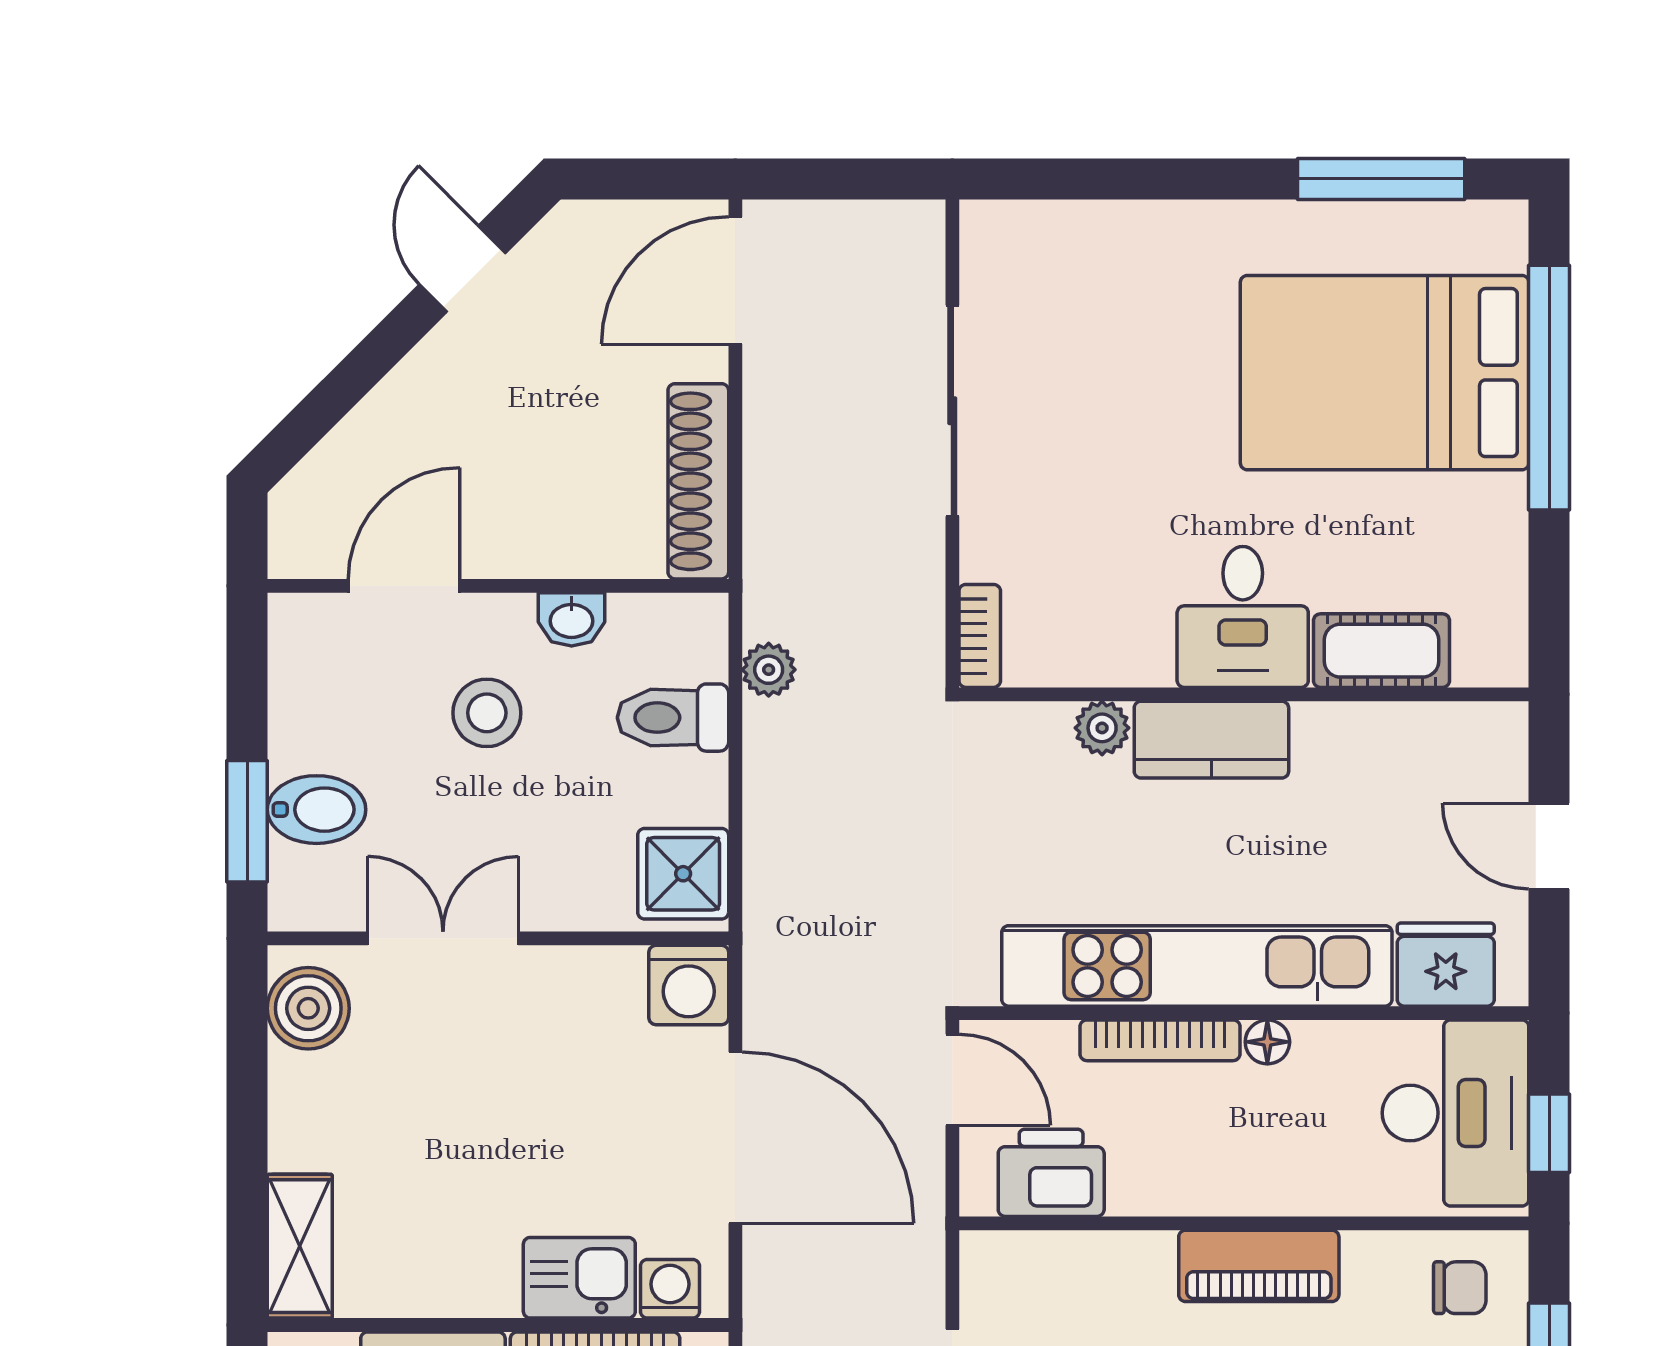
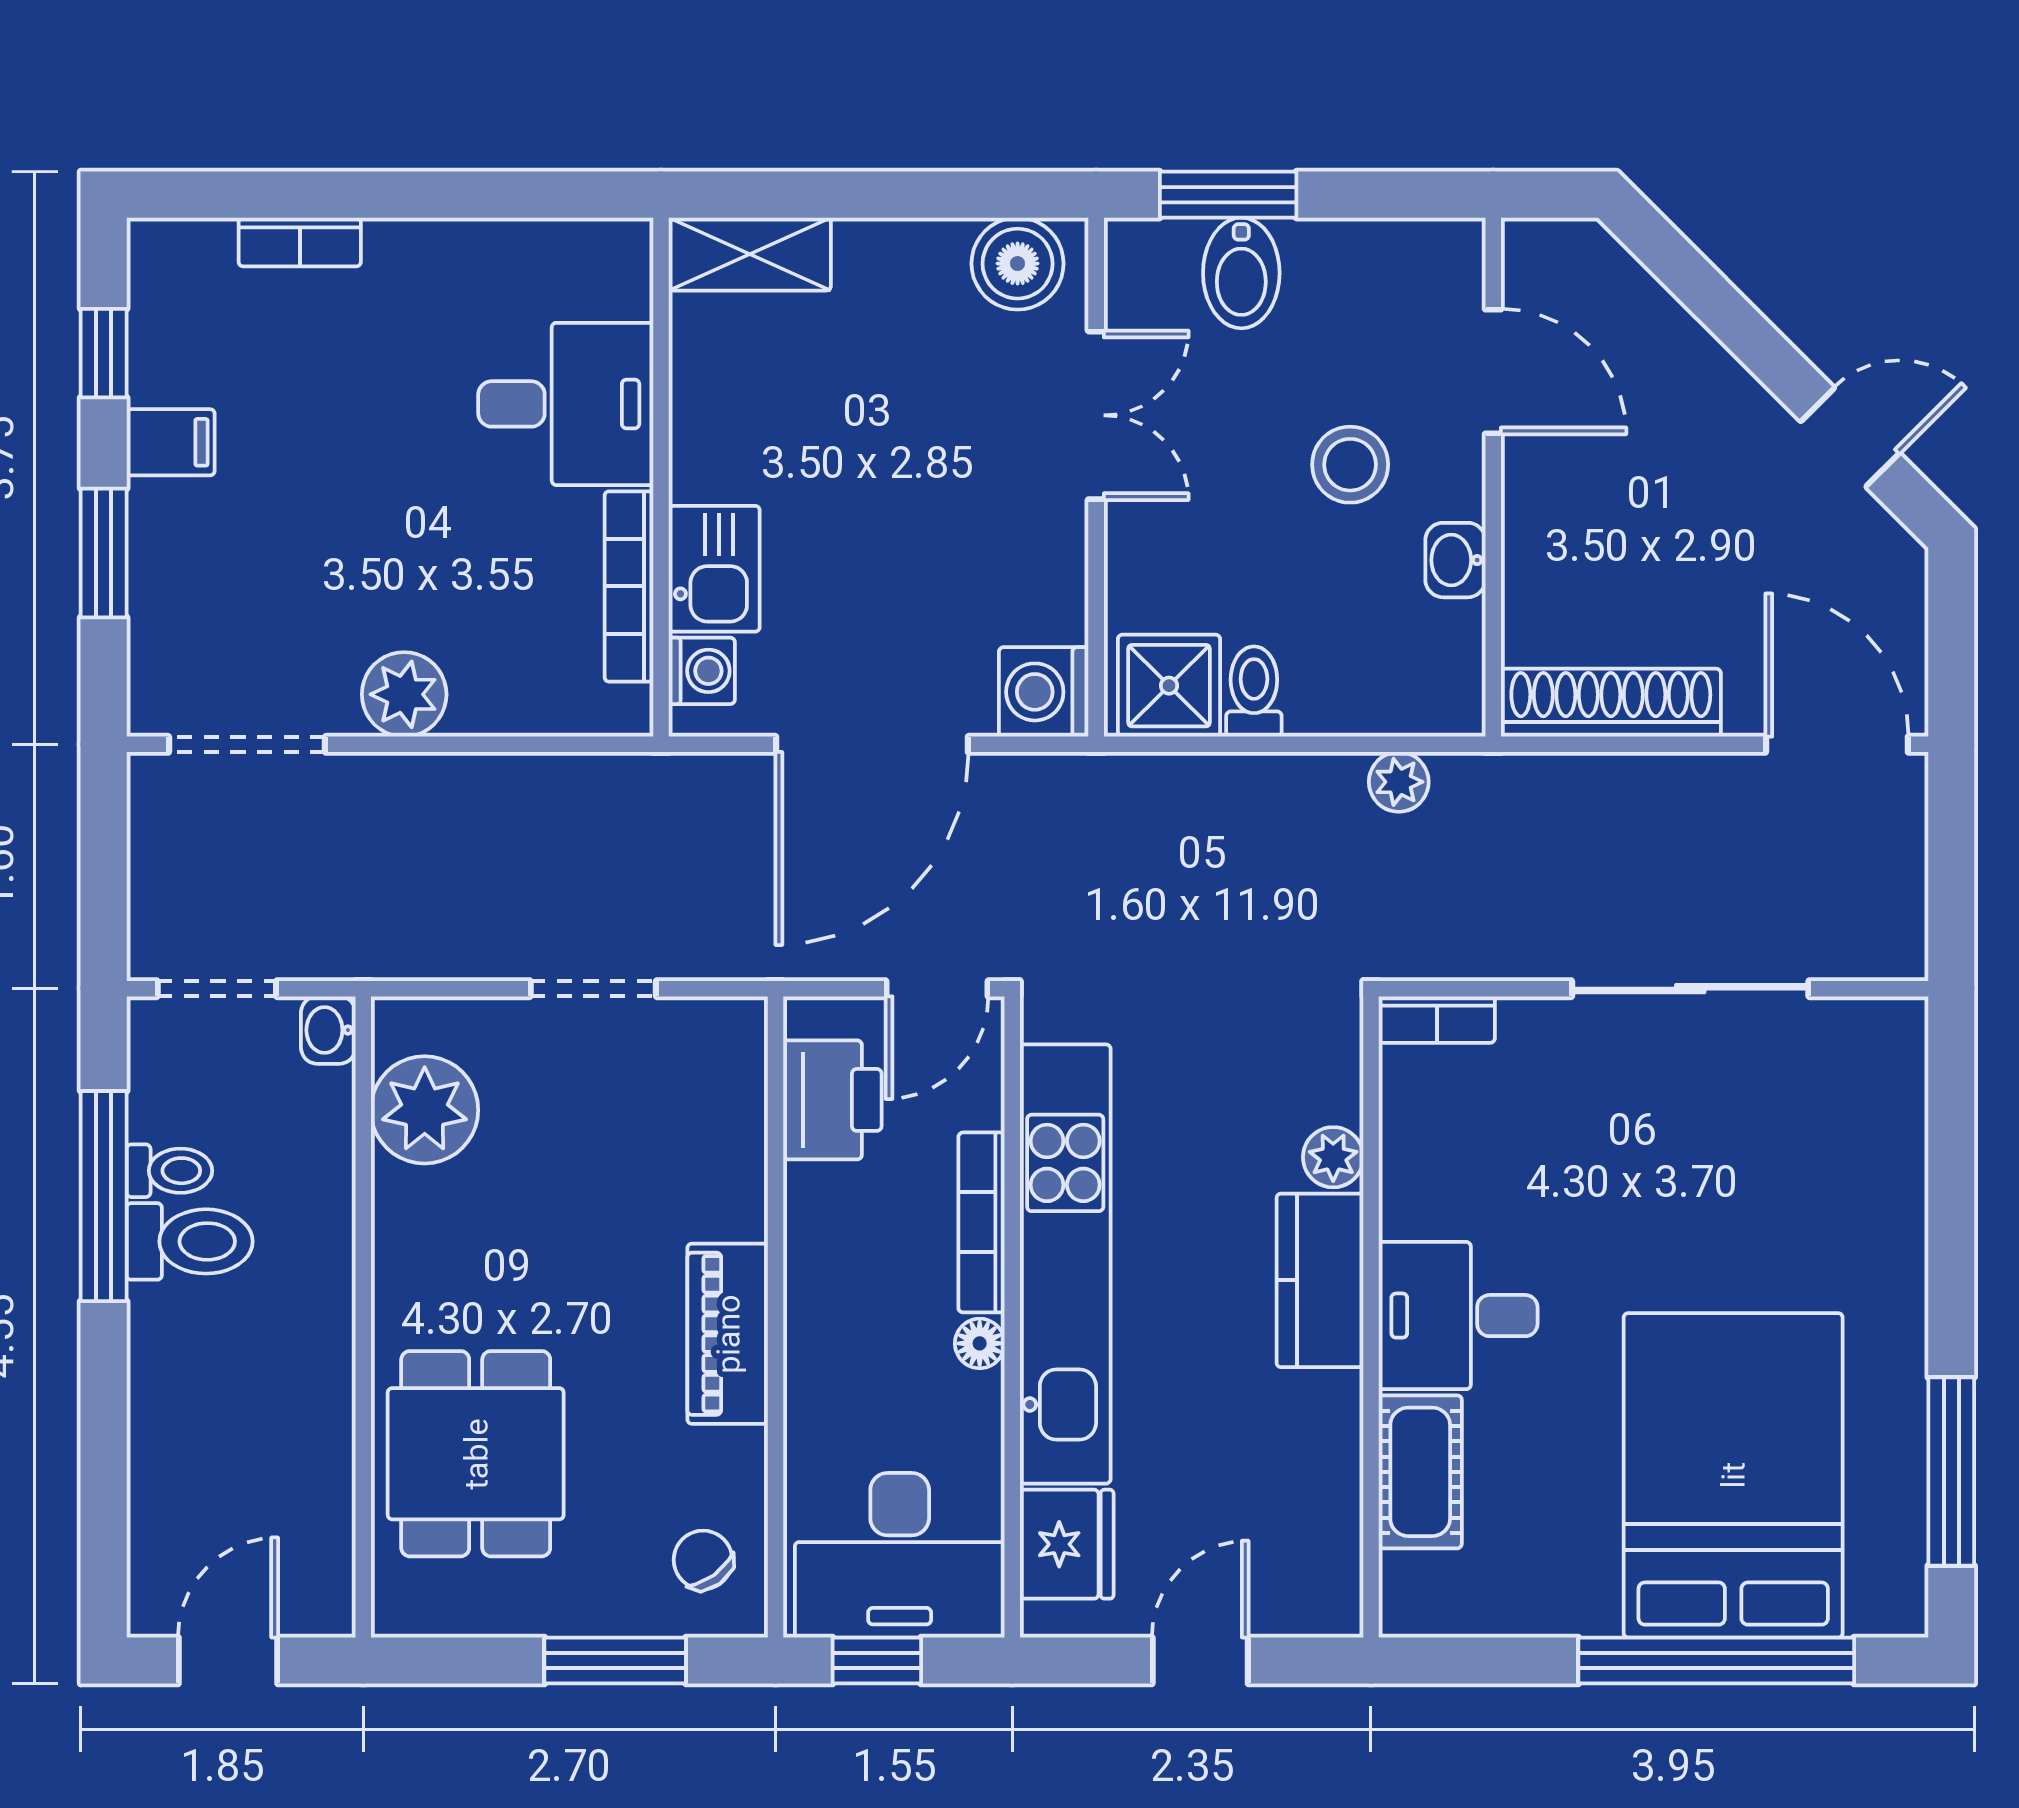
toilet: (673, 718) -> (1254, 692), moved, width x0.73, depth x0.72
chair: (1460, 1288) -> (703, 1560), turned 144

